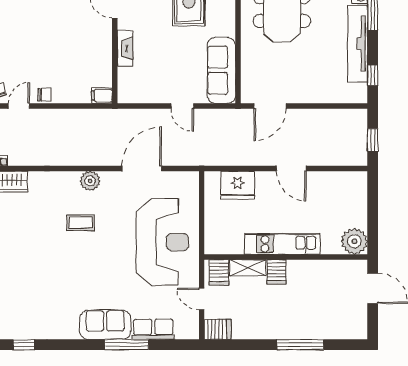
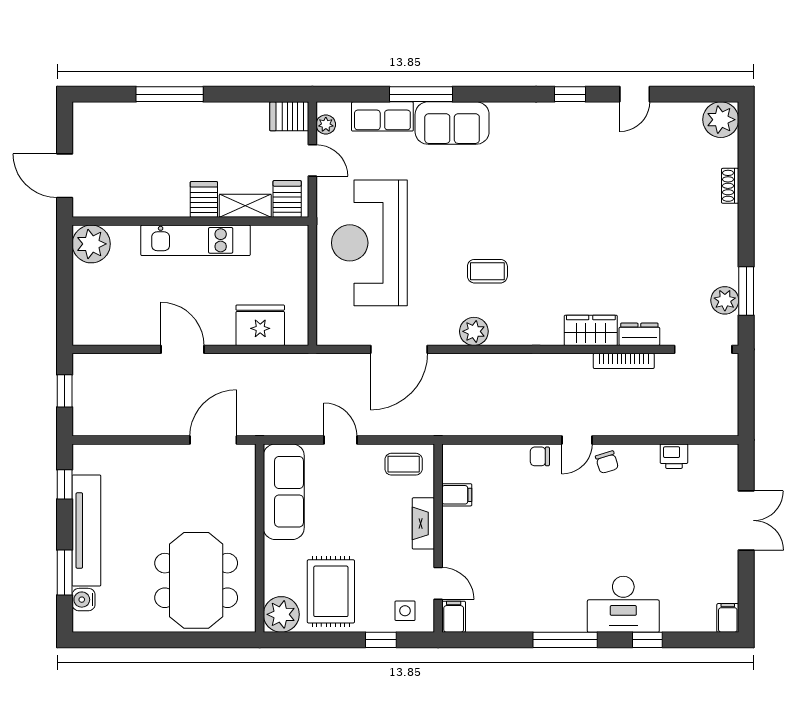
coffee table: (139, 89) -> (404, 464), added
filing cabinet: (102, 96) -> (457, 495), moved
plant: (192, 324) -> (326, 124), added

